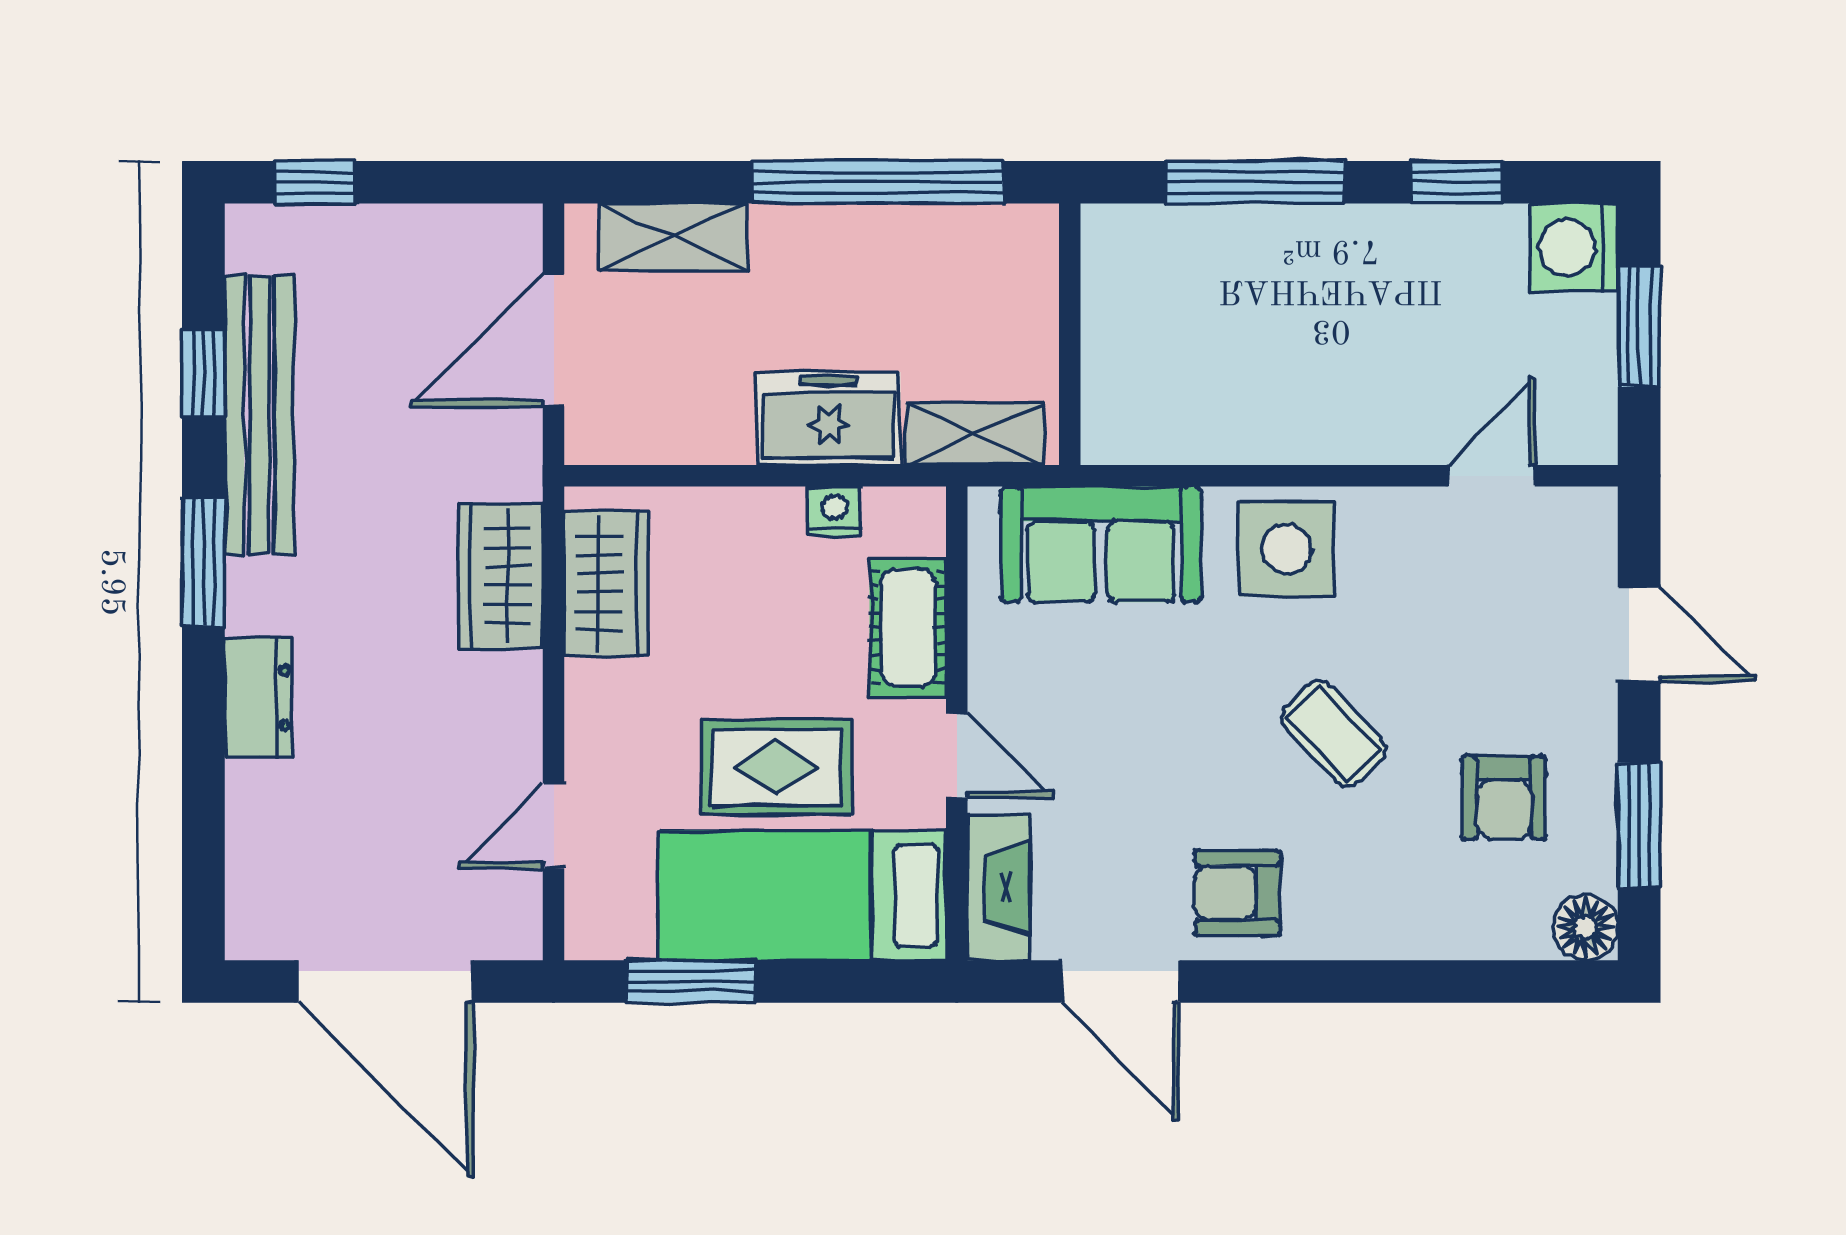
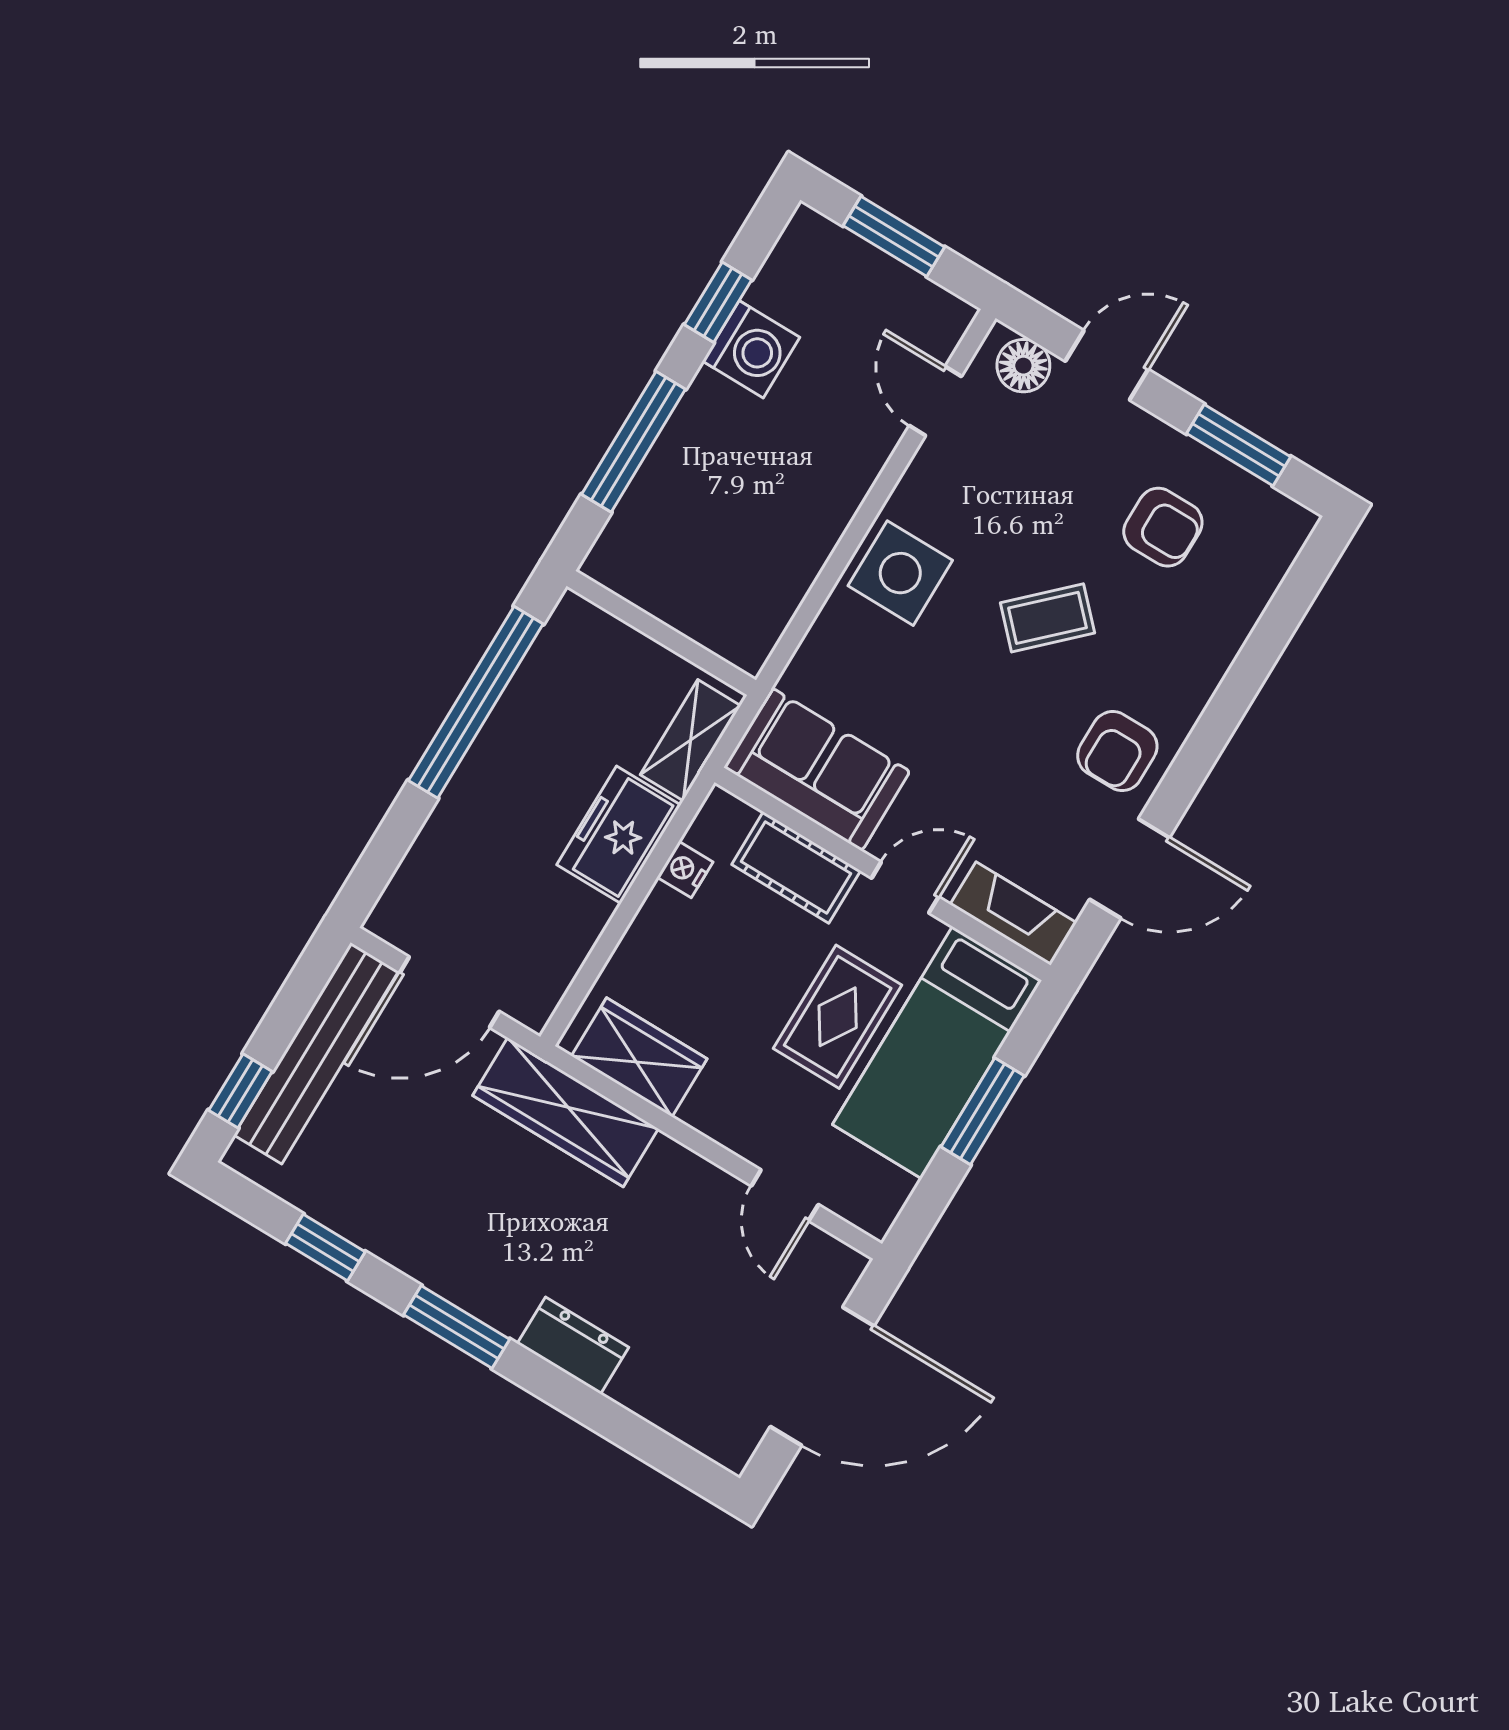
shelving: (673, 237) -> (428, 866), removed
washing machine: (1574, 247) -> (751, 349), moved, turned -90
door: (554, 340) -> (449, 992), hinge flipped
bench: (259, 415) -> (316, 1053), moved, turned 90
sofa: (1101, 544) -> (817, 769), moved, turned -90
wardrobe: (501, 577) -> (565, 1112), width x1.50
floor lamp: (1585, 928) -> (1023, 366), moved
window: (691, 981) -> (983, 1111), moved

